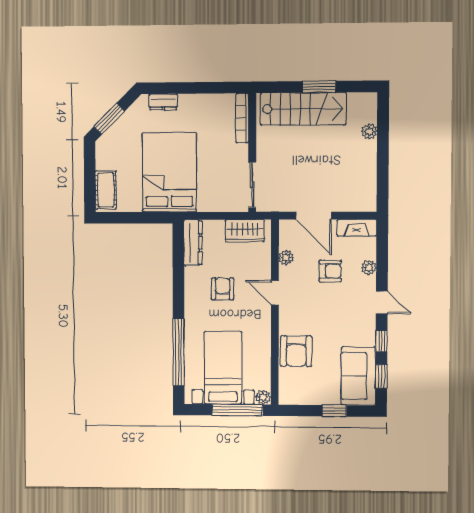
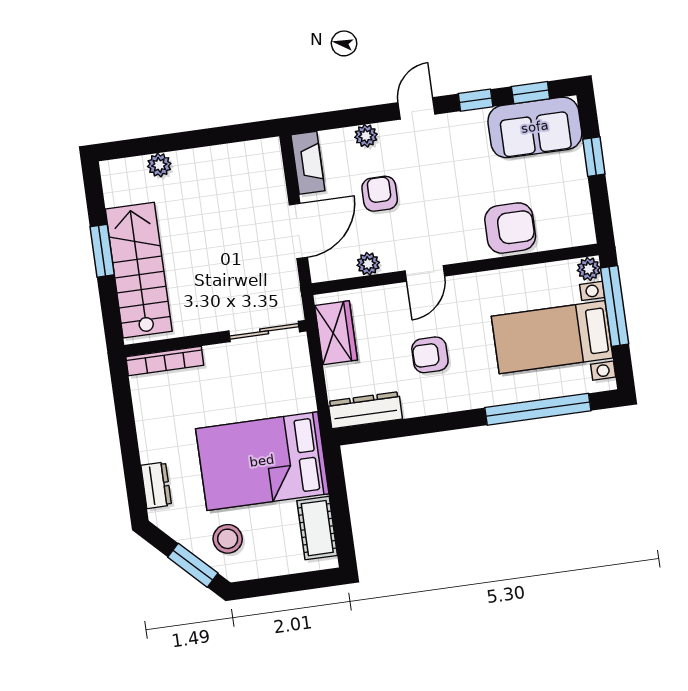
stool: (123, 143) -> (228, 539), added
cot: (106, 190) -> (317, 528), moved, turned 90

